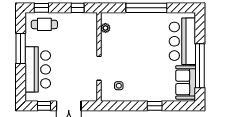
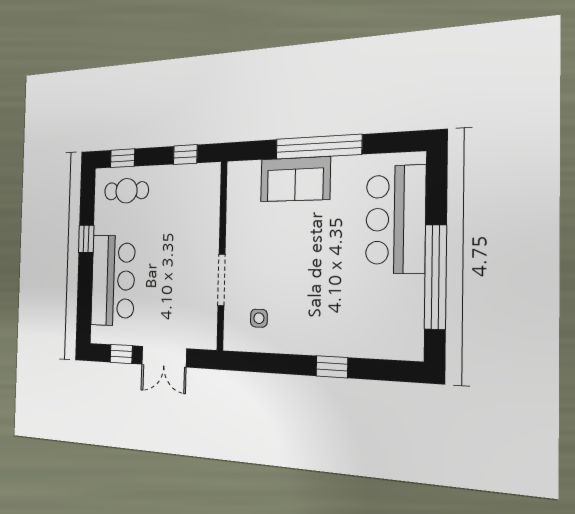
plant: (105, 28) -> (236, 194), removed
window: (21, 48) -> (86, 239), width x0.46
sofa: (186, 82) -> (295, 179), moved, turned -90

